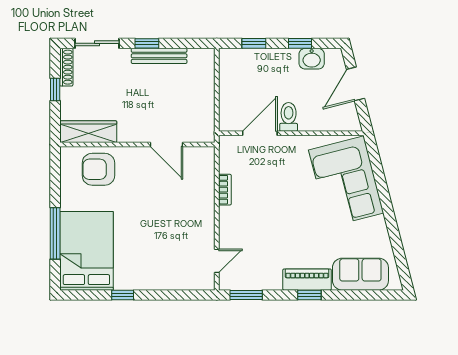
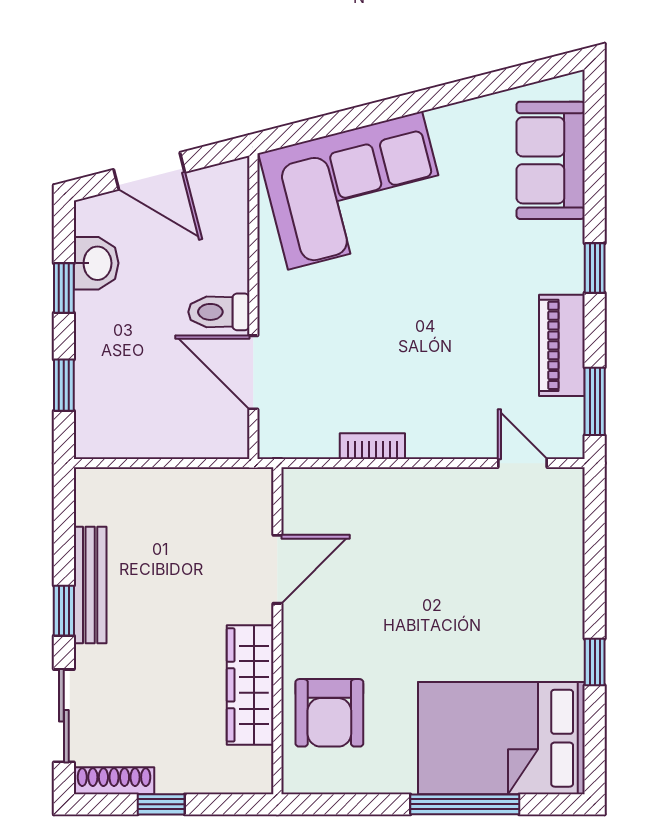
wardrobe: (88, 132) -> (250, 685), moved
piano: (307, 280) -> (562, 345), moved

